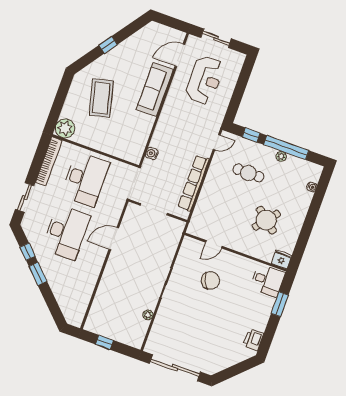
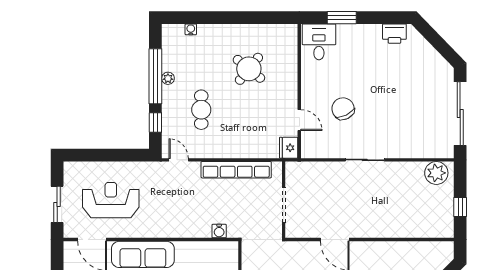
fridge: (281, 260) -> (289, 148), moved
plant: (148, 315) -> (436, 173), moved, width x1.87, depth x1.87

